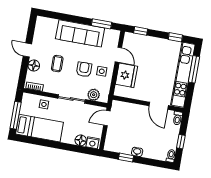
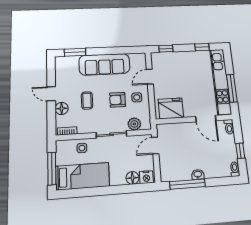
window: (101, 24) -> (75, 52), moved
door: (118, 55) -> (150, 77), swing flipped
armchair: (84, 69) -> (117, 100), turned -89
window: (194, 69) -> (232, 88), moved
fridge: (126, 75) -> (171, 108), moved, turned -90
window: (126, 158) -> (187, 184), width x2.17

